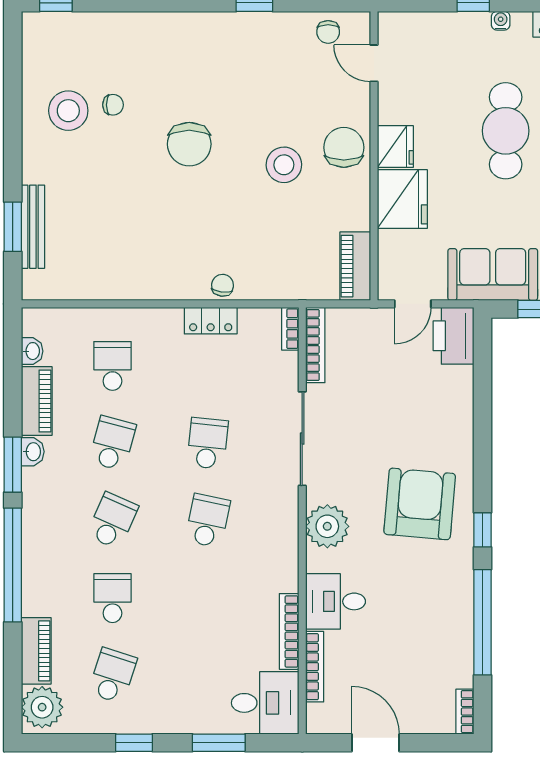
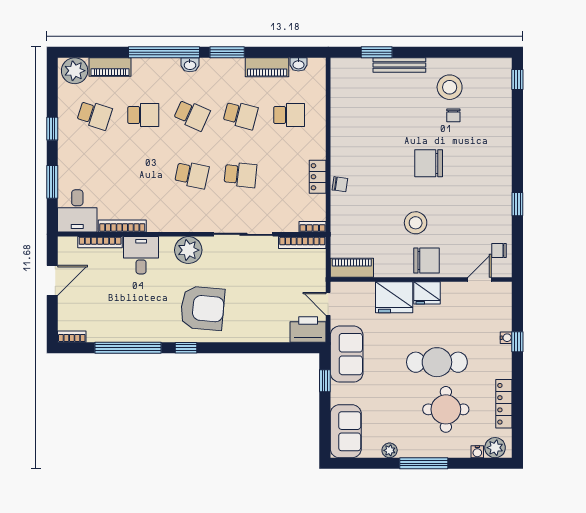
water cooler: (501, 21) -> (506, 338), moved
bench: (33, 227) -> (399, 65), moved
washbasin: (33, 452) -> (190, 65), moved

